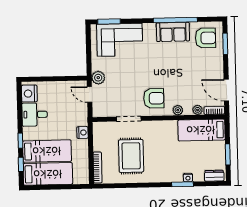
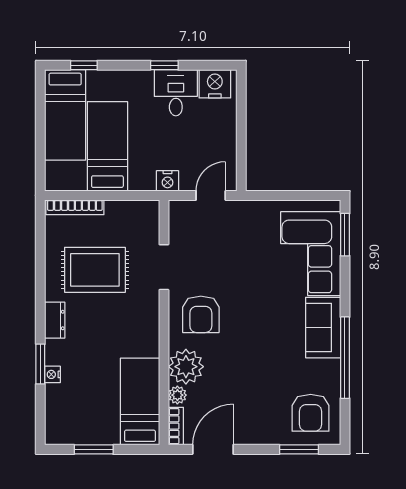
sofa: (173, 32) -> (323, 328), moved
plant: (98, 78) -> (241, 212), removed
plant: (178, 110) -> (186, 367), width x1.88, depth x1.88
nightstand: (83, 133) -> (168, 181), moved
window: (20, 141) -> (164, 65), moved
bed: (47, 151) -> (107, 146), moved, turned 180
dresser: (214, 176) -> (55, 320), moved

